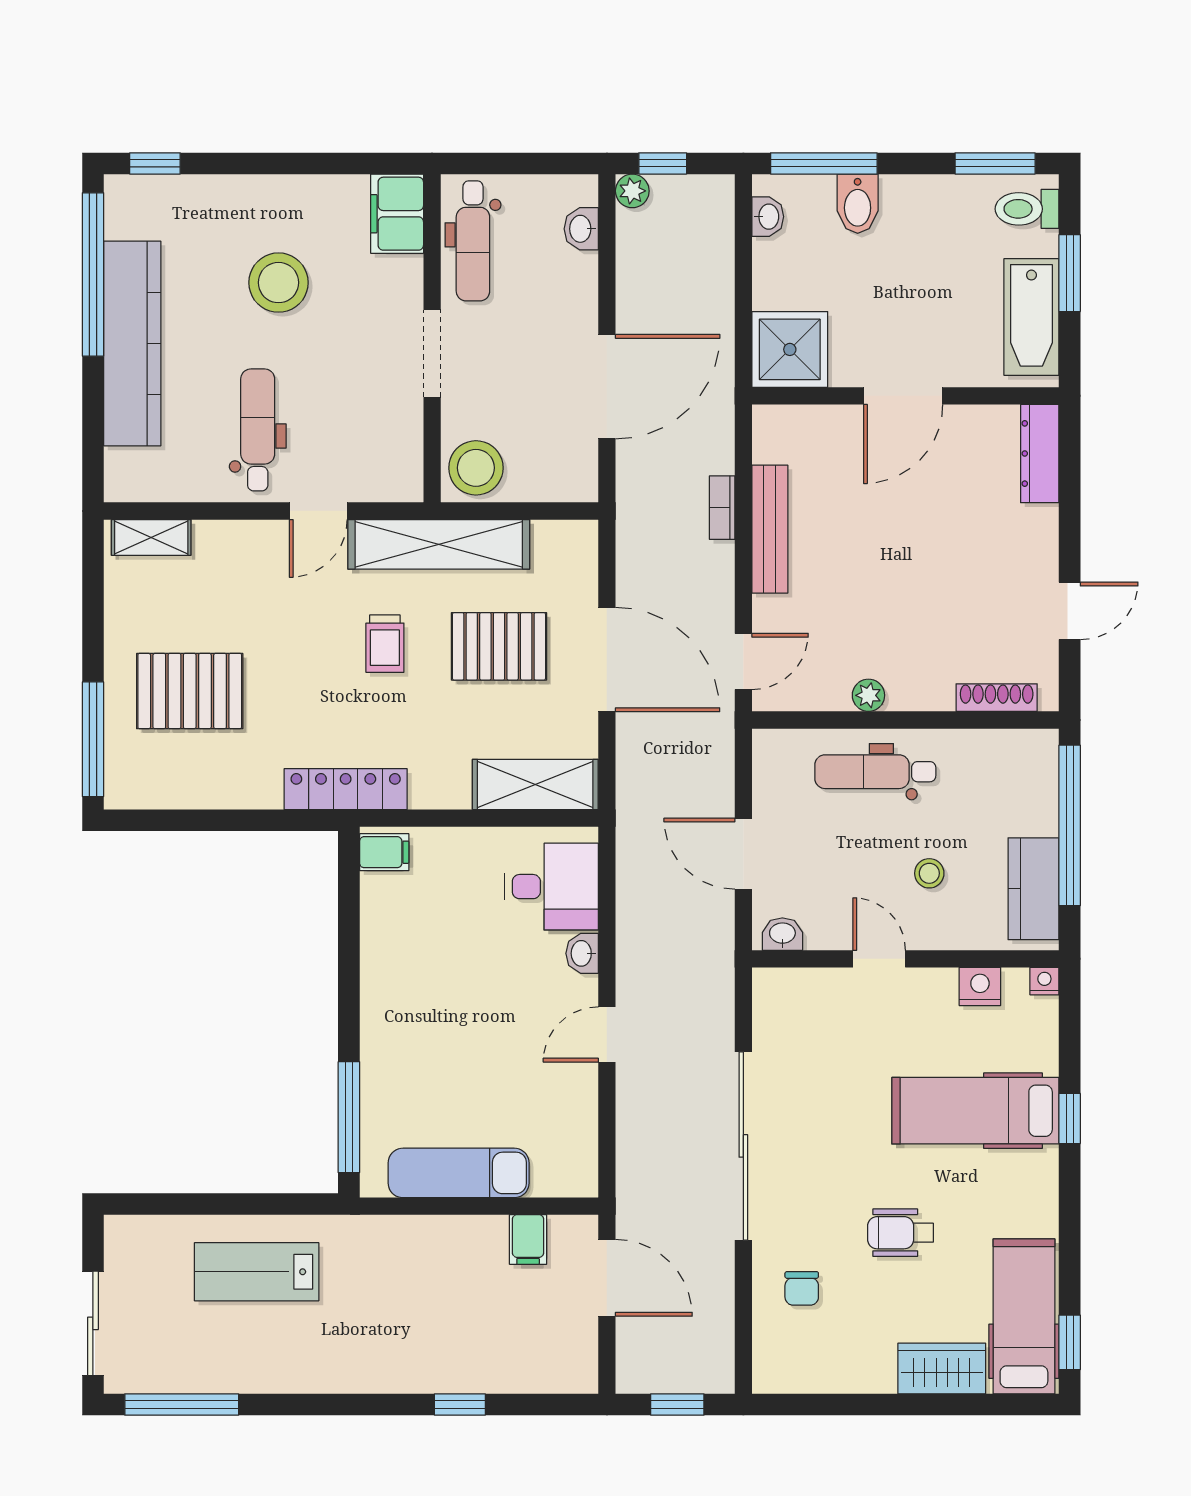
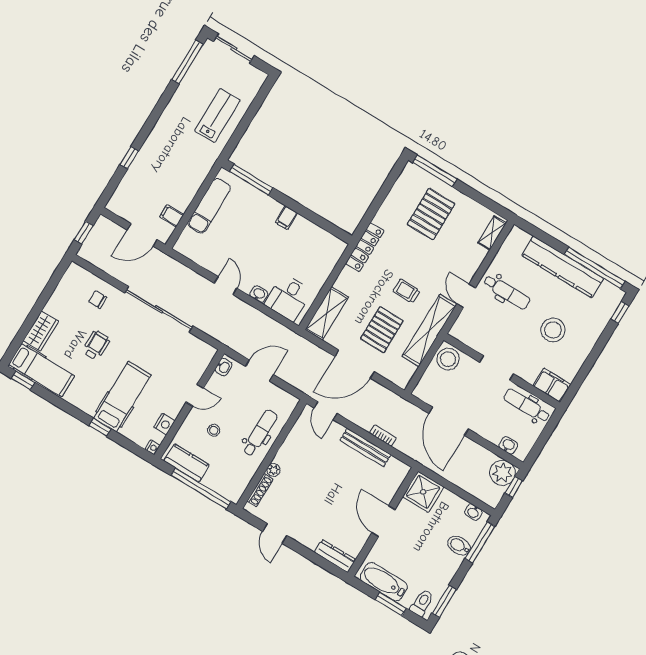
plant: (632, 191) -> (502, 473), width x1.88, depth x1.88
plant: (868, 695) -> (273, 470), moved
filing cabinet: (384, 852) -> (286, 218), moved

